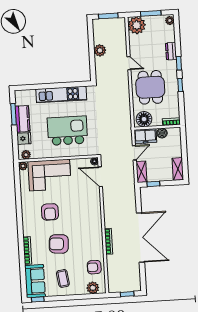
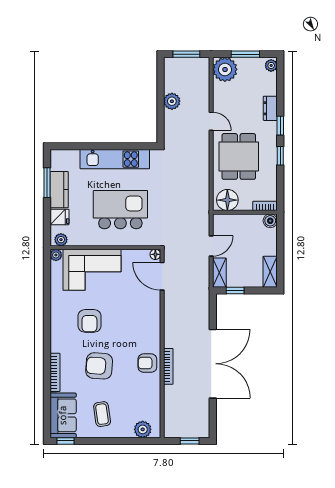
boiler: (162, 133) -> (270, 221), moved
freezer: (145, 136) -> (228, 224), removed
armchair: (94, 267) -> (147, 363), moved

